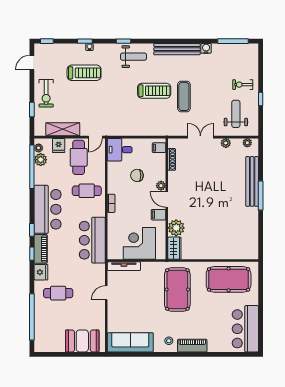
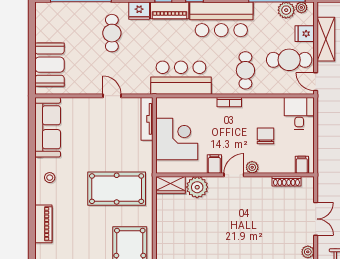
piano: (192, 346) -> (43, 224), moved

